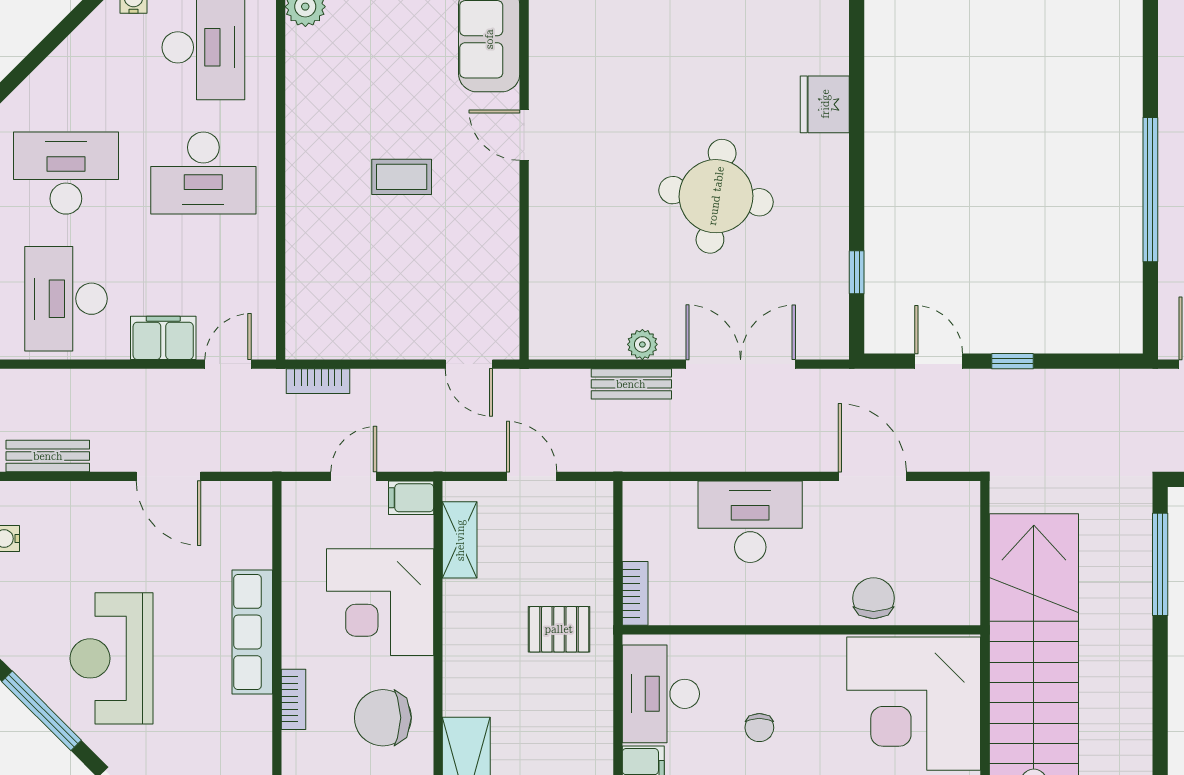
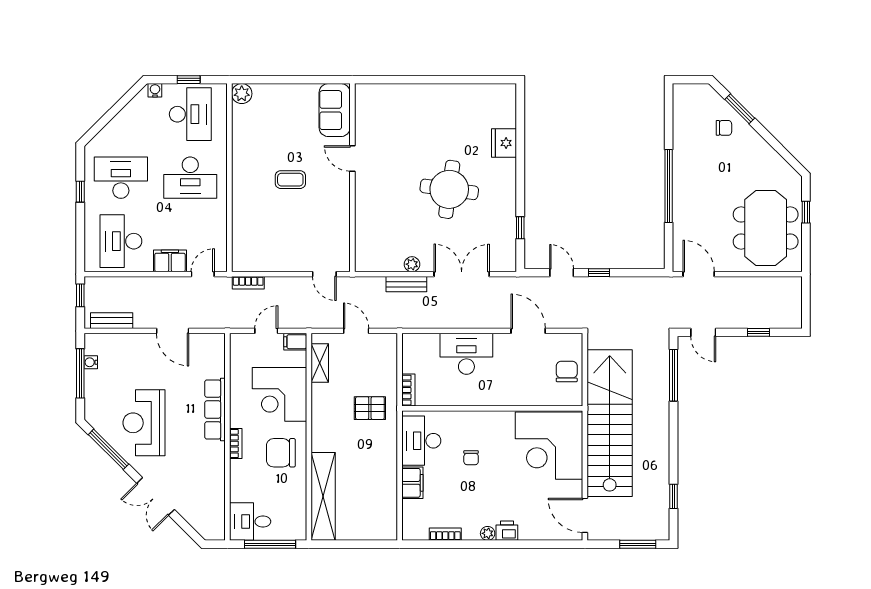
chair: (874, 598) -> (567, 372), moved

